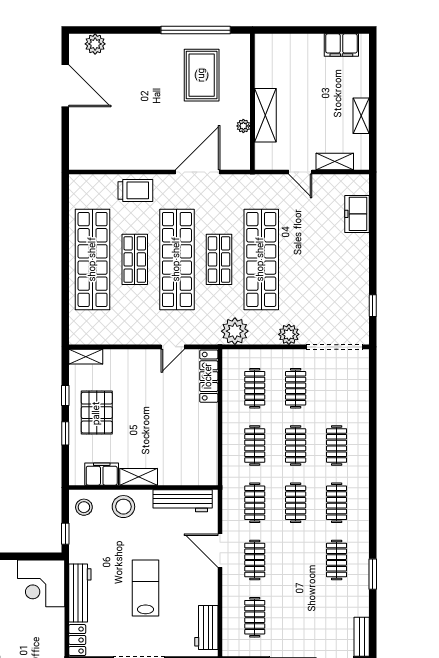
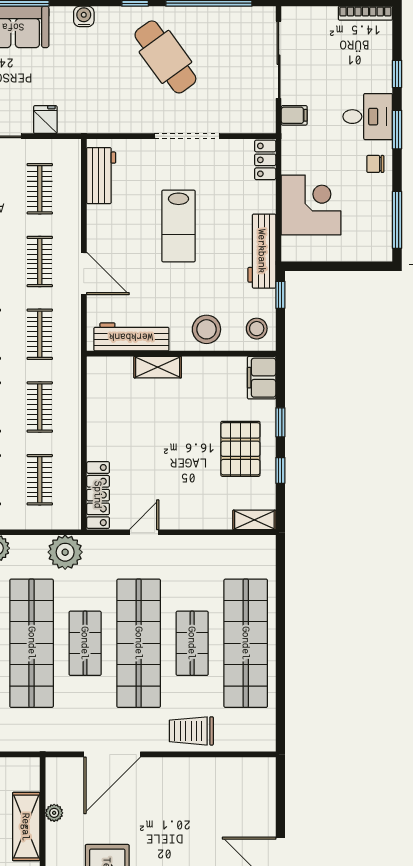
filing cabinet: (102, 474) -> (262, 378), moved, turned 90
shelving: (139, 477) -> (158, 367), moved
corner desk: (41, 583) -> (311, 205), moved
workbench: (80, 593) -> (262, 251), moved

